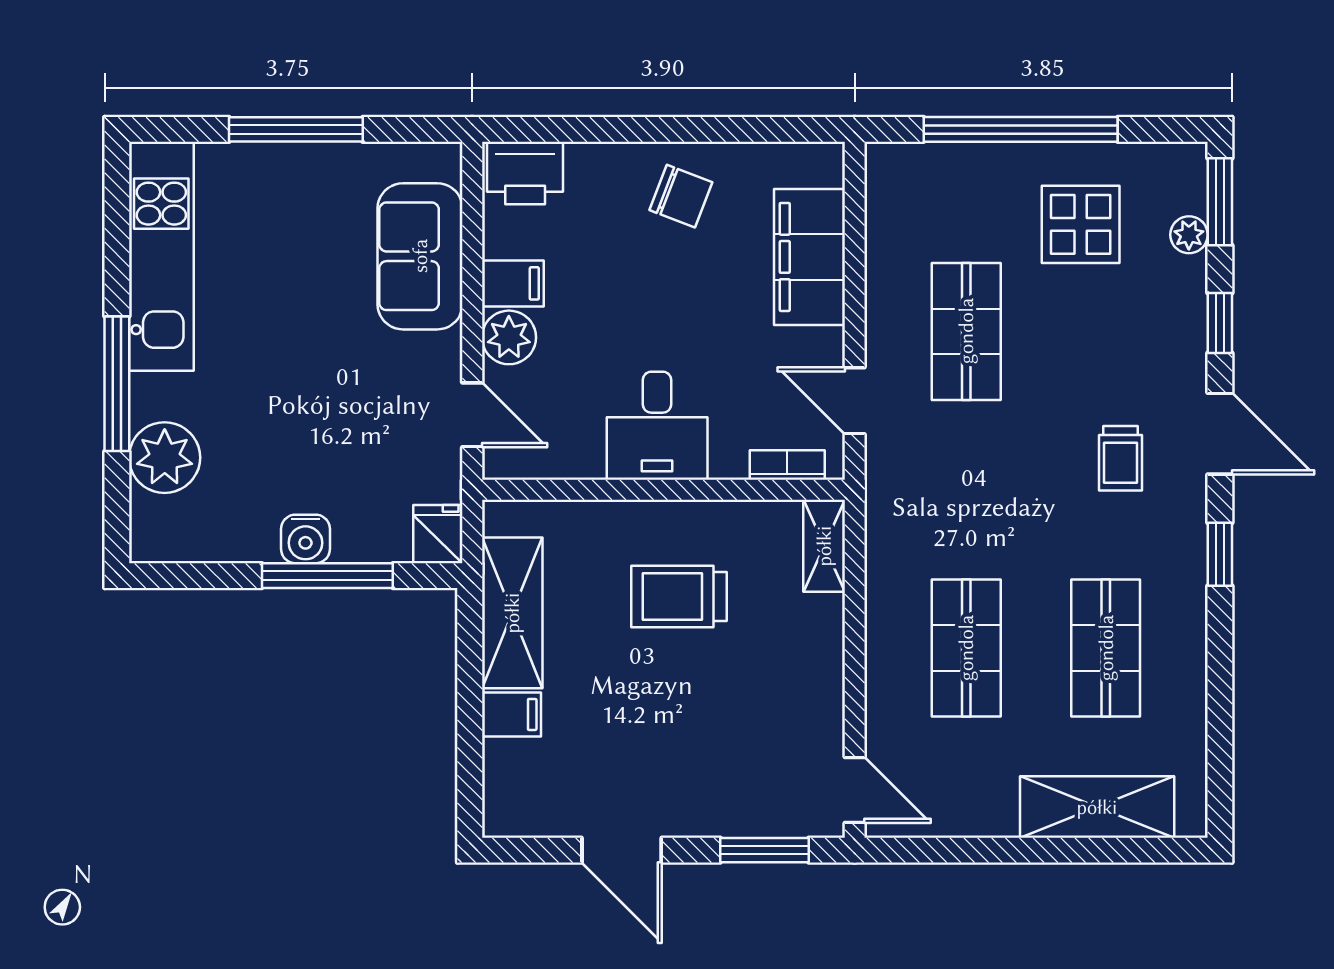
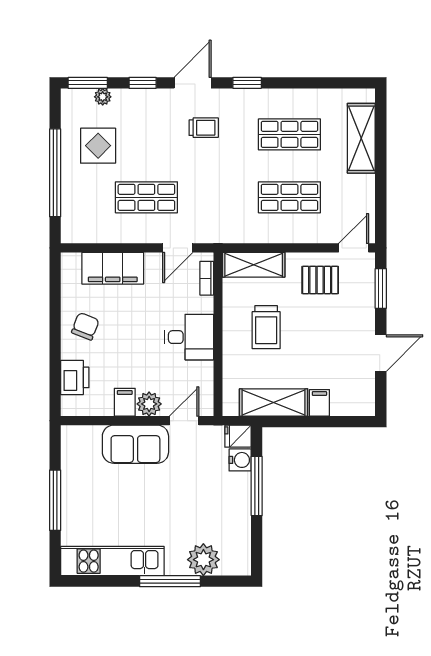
printer: (525, 173) -> (75, 377), moved
sofa: (420, 256) -> (135, 444), moved
water cooler: (305, 539) -> (240, 460), moved
shelving: (824, 546) -> (254, 265), width x1.50, depth x1.33
pallet: (783, 716) -> (320, 280), added

